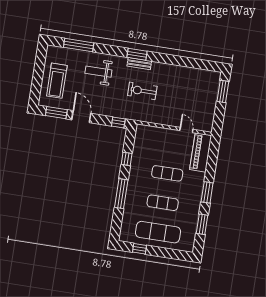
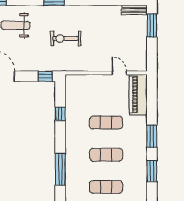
bench: (139, 64) -> (134, 10), moved
window: (121, 194) -> (60, 169), moved
exercise mat: (158, 232) -> (106, 187), width x0.73, depth x0.69

